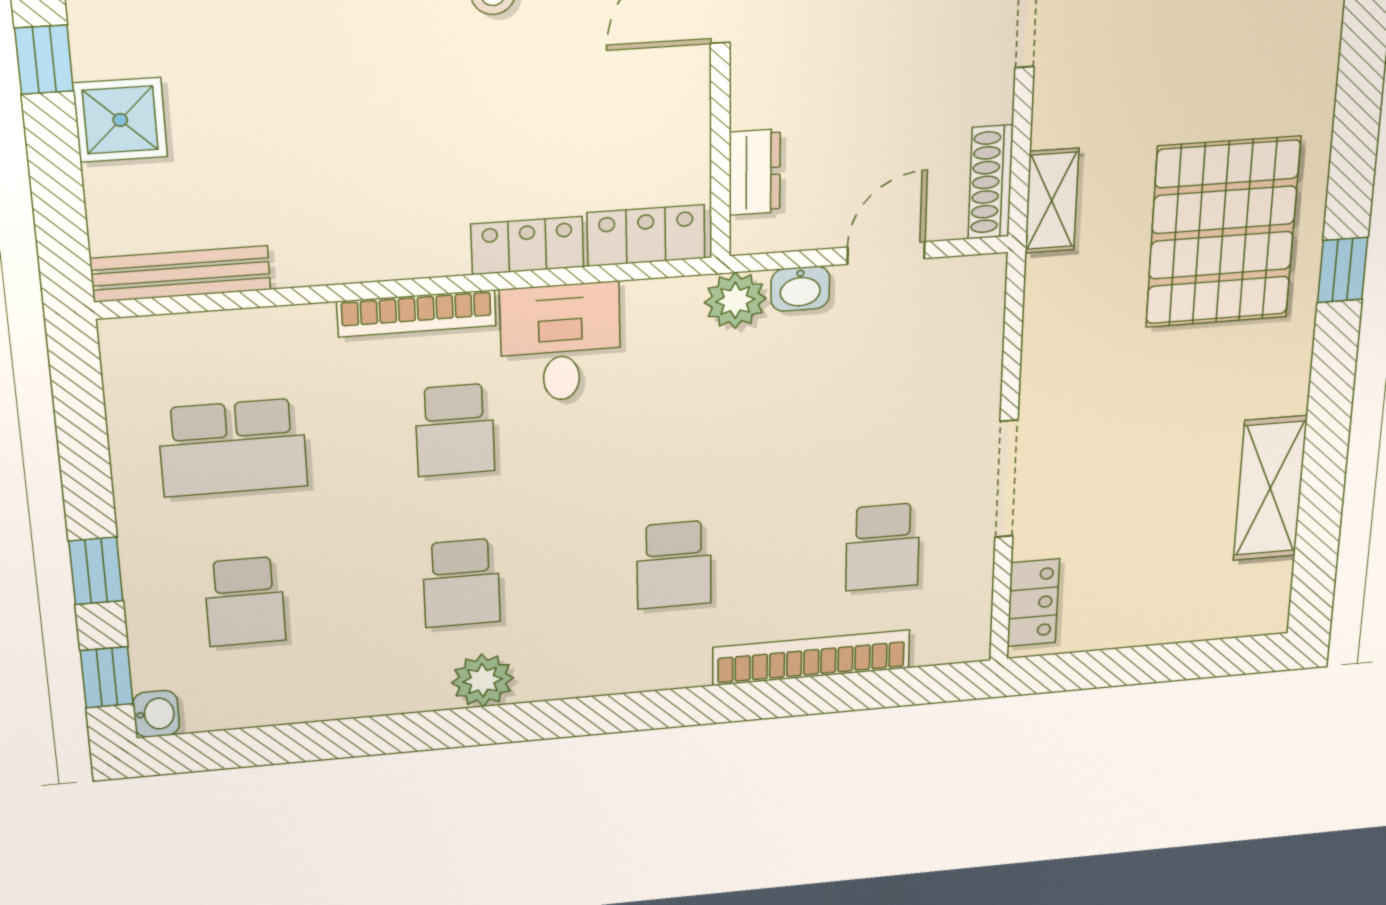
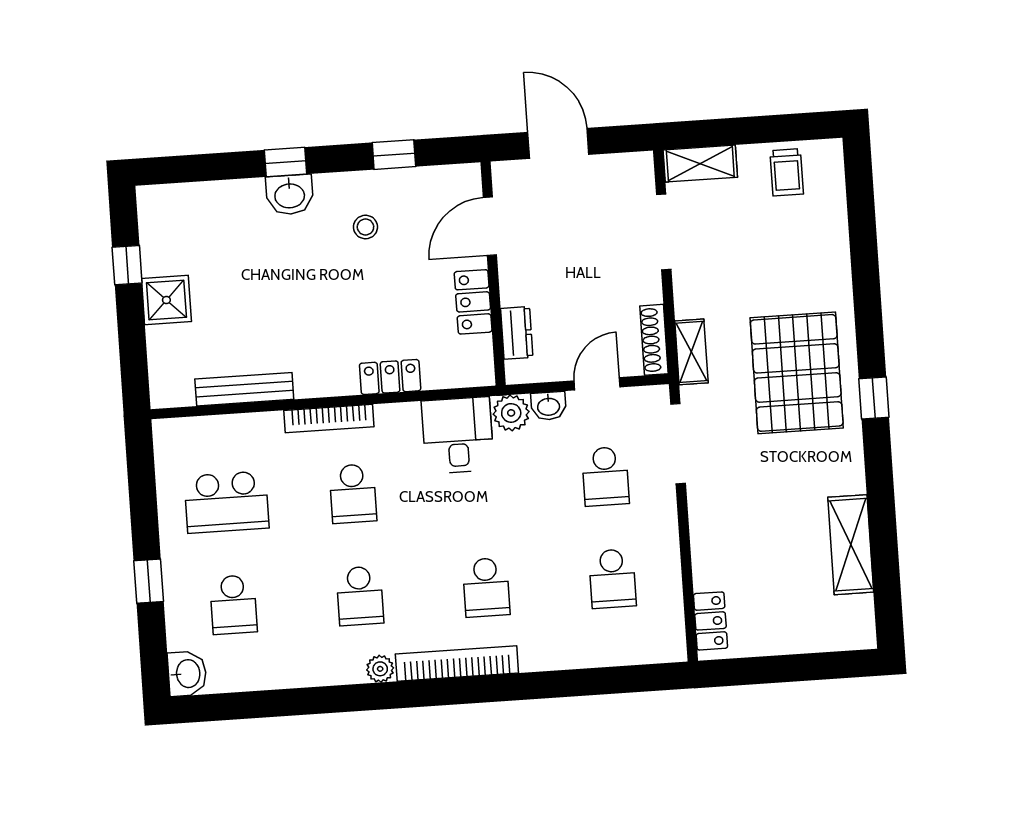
locker: (646, 235) -> (473, 302), moved, turned -90
bench: (181, 274) -> (244, 389), moved
desk: (561, 343) -> (458, 435), moved
school desk: (886, 396) -> (605, 476), added
doorway: (1006, 479) -> (678, 444), moved
bookcase: (811, 658) -> (457, 663), moved
window: (107, 677) -> (154, 654), removed
plant: (483, 680) -> (380, 669), width x0.73, depth x0.73
washbasin: (156, 714) -> (187, 674), width x1.38, depth x1.45

